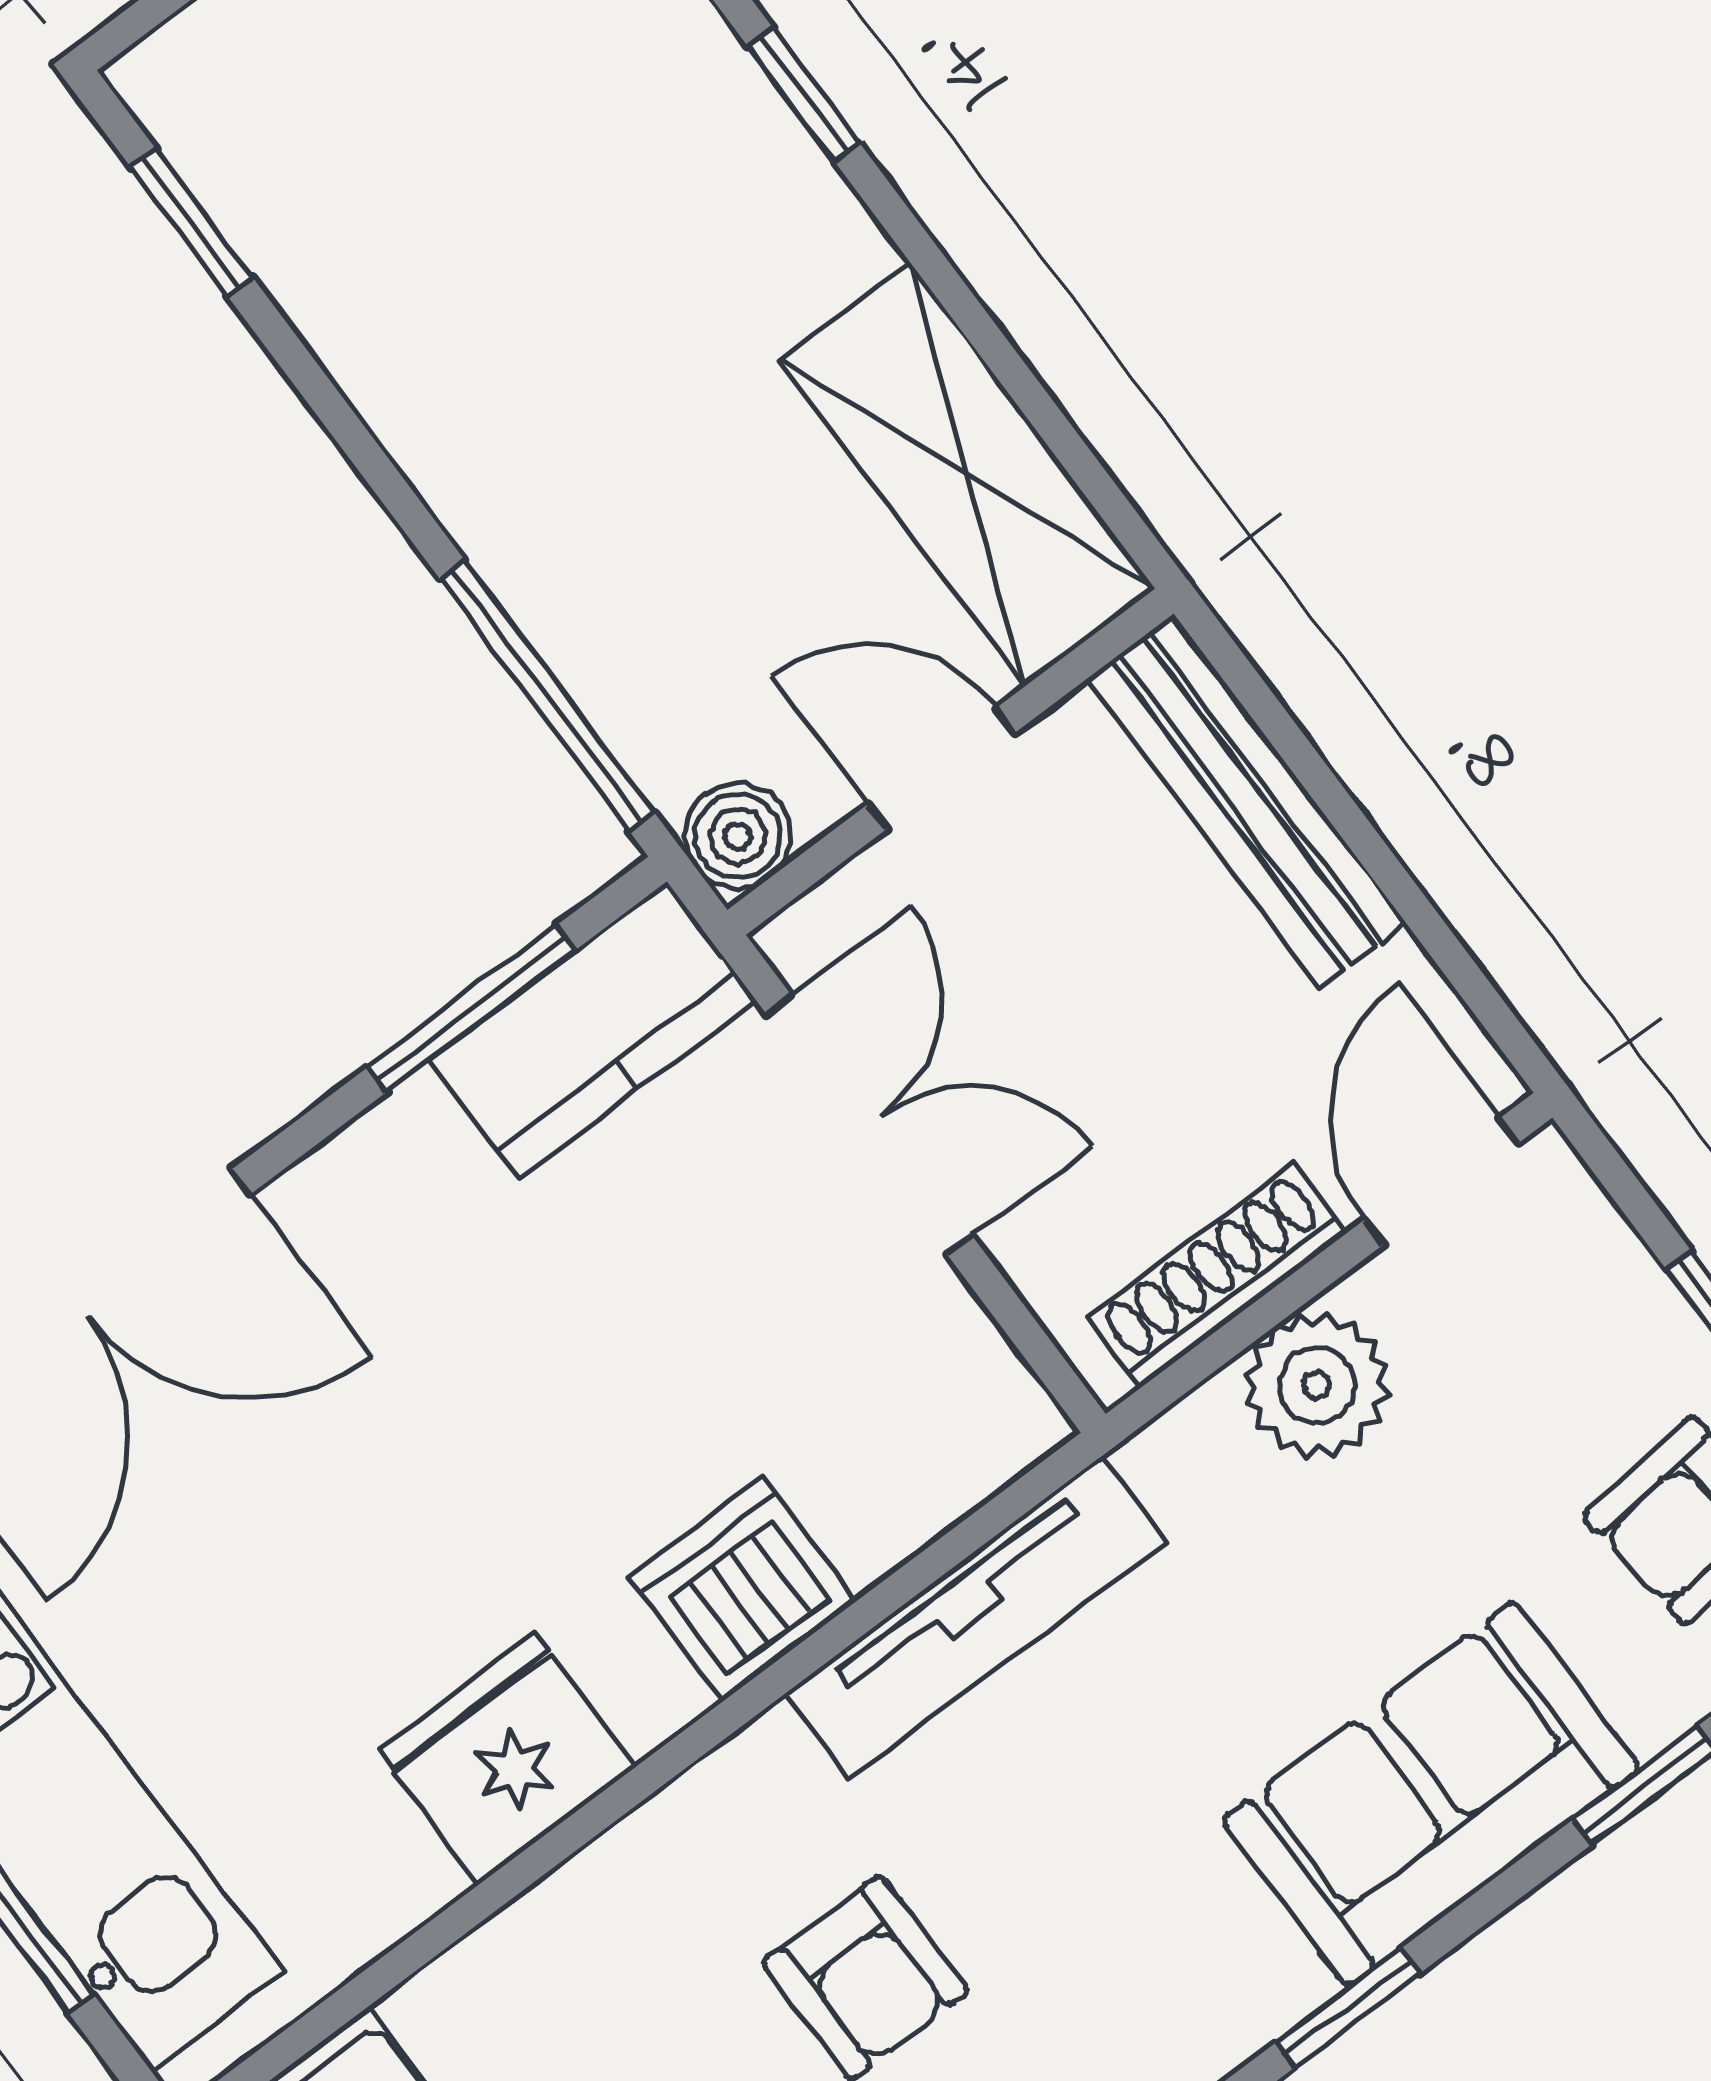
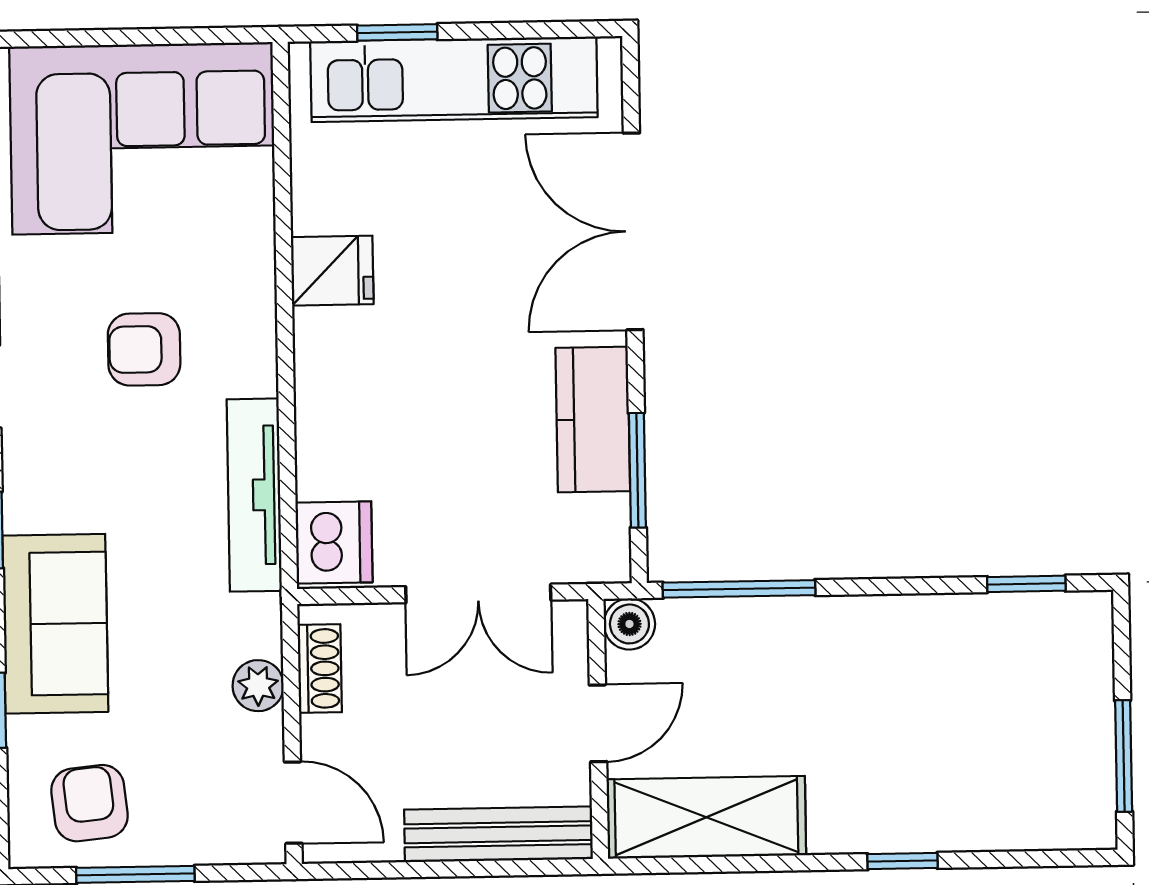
kitchen counter: (593, 1030) -> (593, 420), moved
shoe rack: (1217, 1276) -> (320, 668), width x0.70
plant: (1317, 1385) -> (258, 686), width x0.73, depth x0.73
dishwasher: (743, 1589) -> (334, 542), moved
fridge: (507, 1759) -> (332, 271), width x0.72

